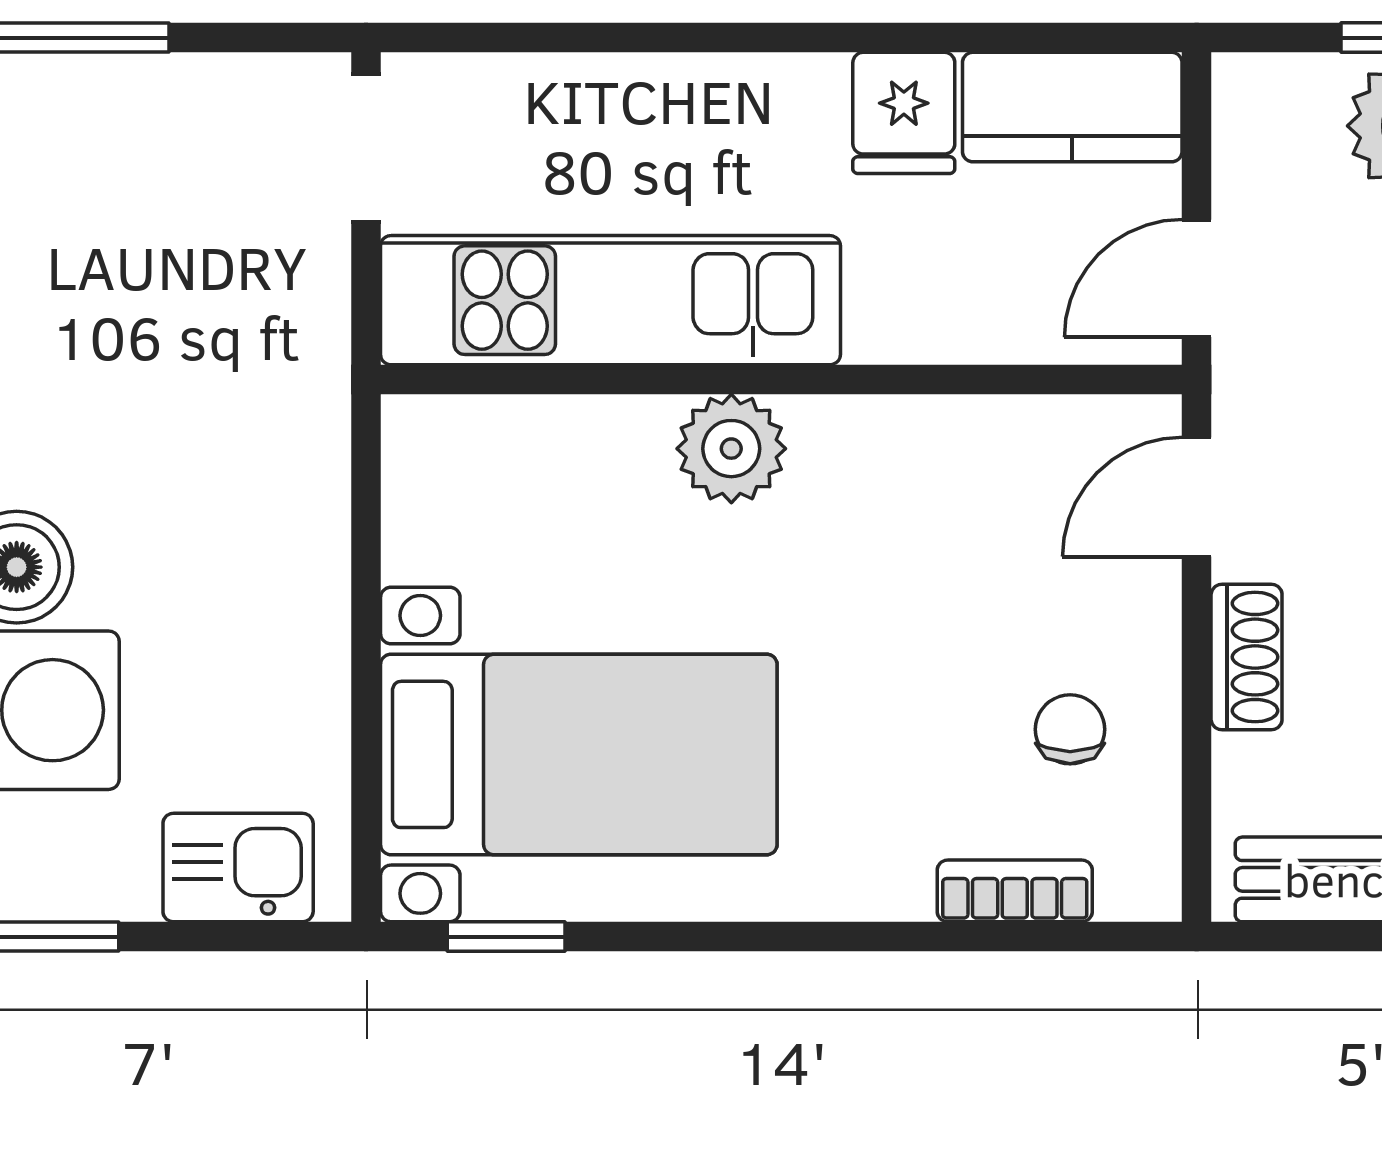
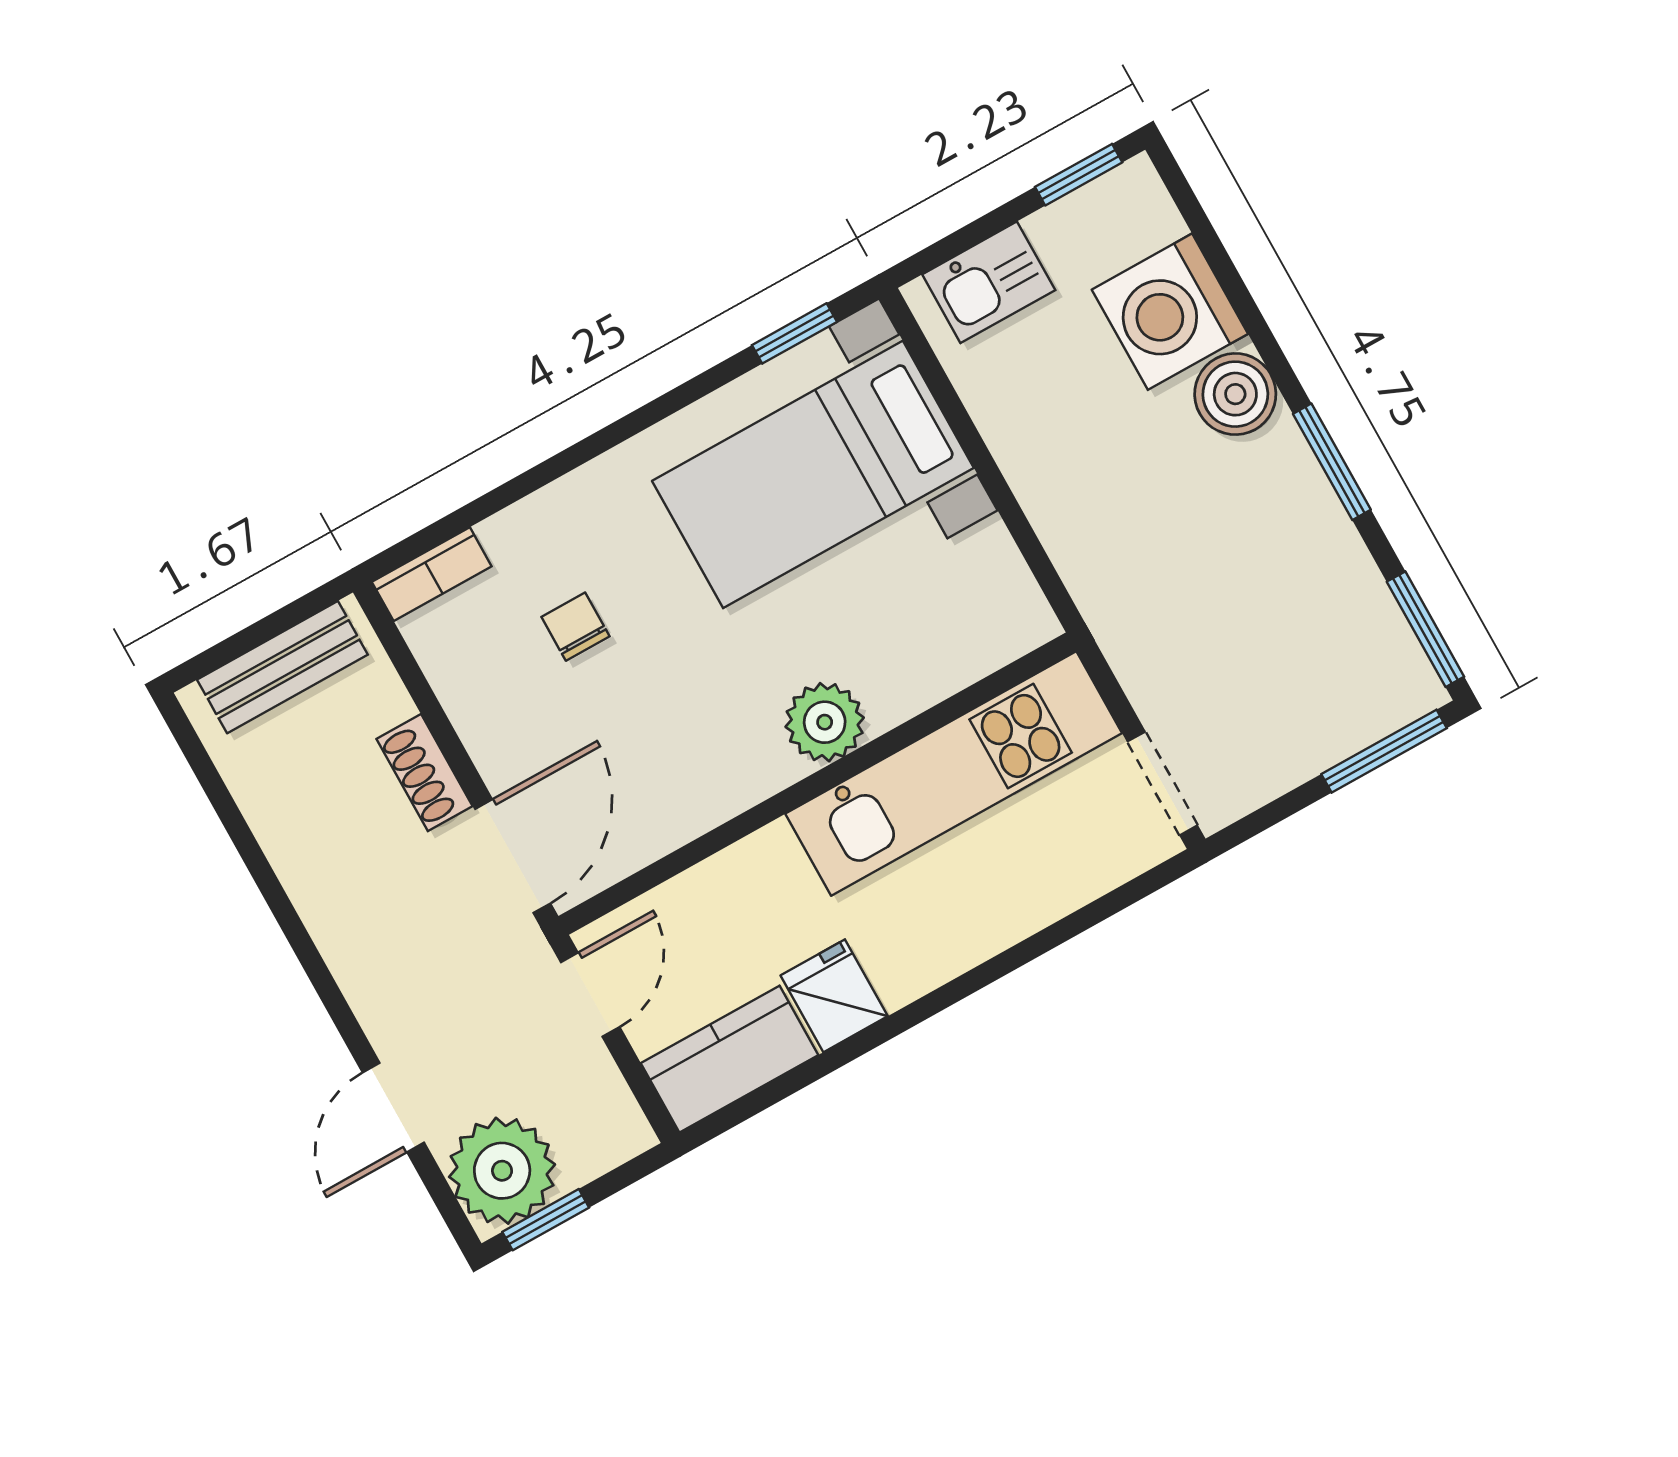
door: (1197, 497) -> (513, 856), width x1.38
chair: (1070, 729) -> (576, 627), moved, turned 180
bookcase: (1015, 891) -> (432, 574), moved

